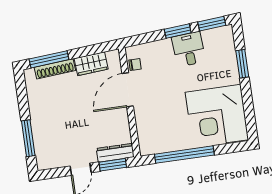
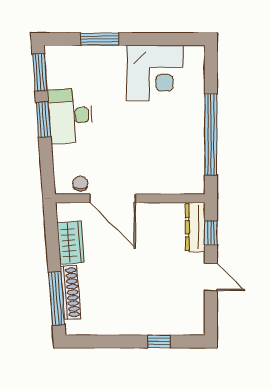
desk: (189, 49) -> (70, 116), width x1.37
corner desk: (217, 116) -> (155, 73), width x0.74, depth x0.74
window: (28, 138) -> (159, 342), width x0.46
window: (113, 165) -> (211, 233), width x0.67

